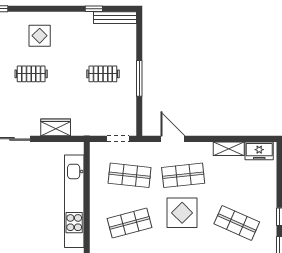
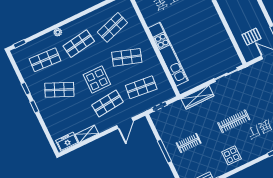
display table: (40, 36) -> (232, 155), moved
clothes rail: (31, 74) -> (234, 121), width x1.36
wardrobe: (56, 127) -> (197, 97), width x1.50
door: (173, 139) -> (125, 123), hinge flipped
shop shelf: (130, 223) -> (127, 57), turned 33

